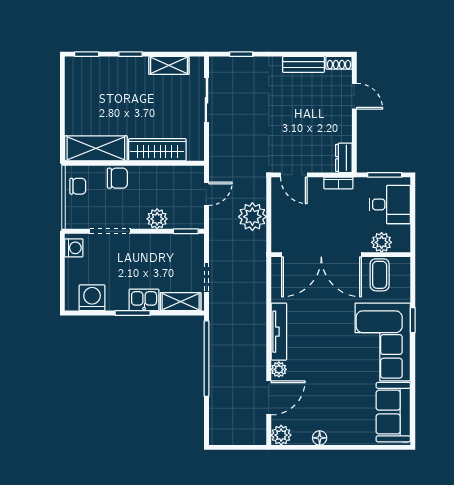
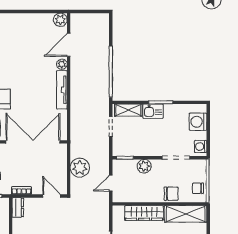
chair: (117, 178) -> (171, 194), turned 180
washing machine: (92, 298) -> (198, 122), moved, turned 90
floor lamp: (320, 438) -> (34, 18), removed

